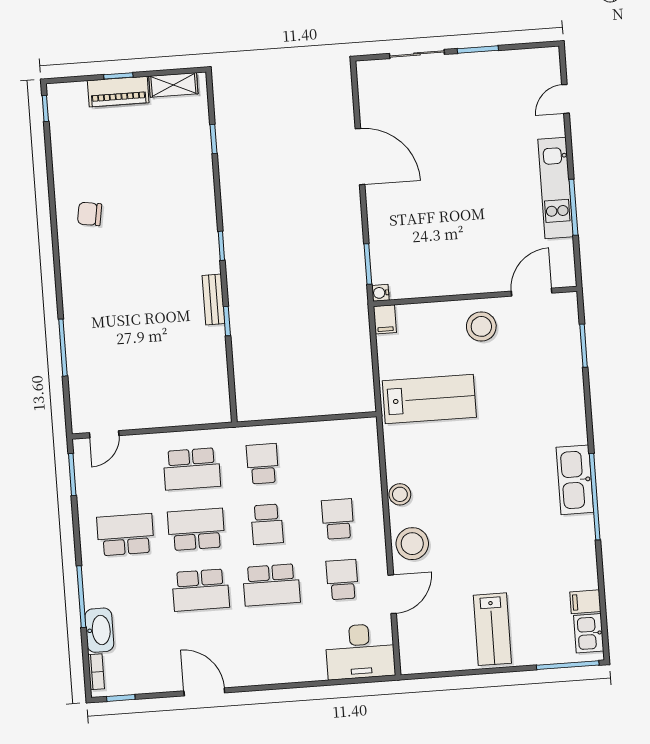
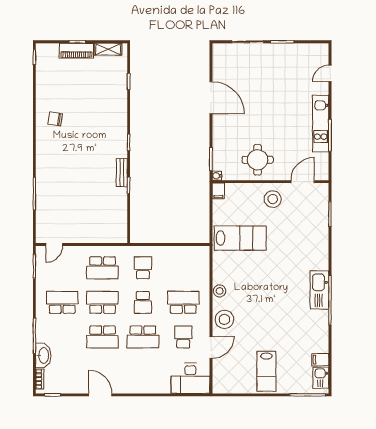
round table: (450, 260) -> (258, 160), added
school desk: (338, 519) -> (183, 302), width x1.85

